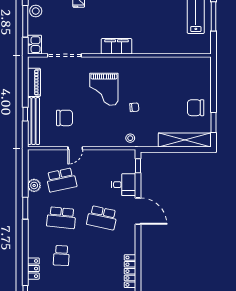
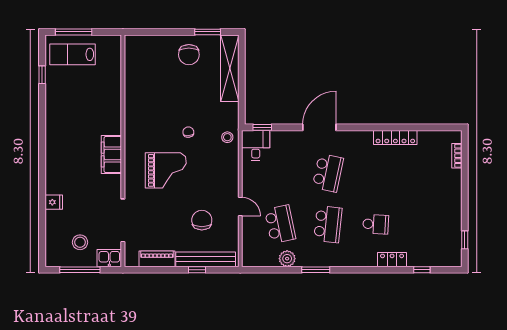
stool: (36, 11) -> (80, 242), moved
desk: (124, 185) -> (256, 145), moved

